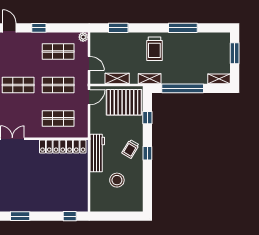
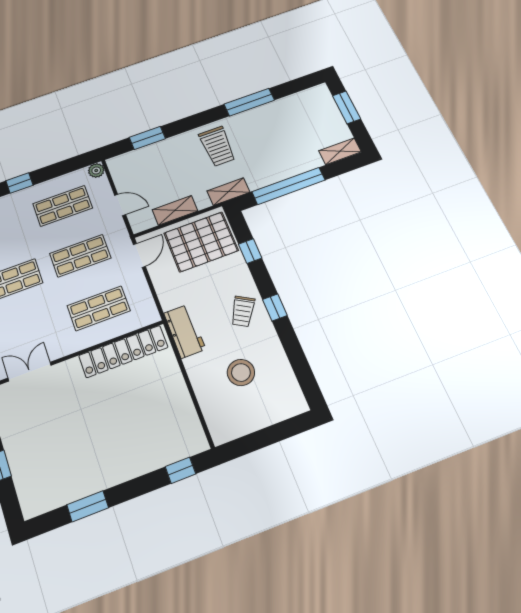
workbench: (97, 153) -> (185, 331), width x0.73

